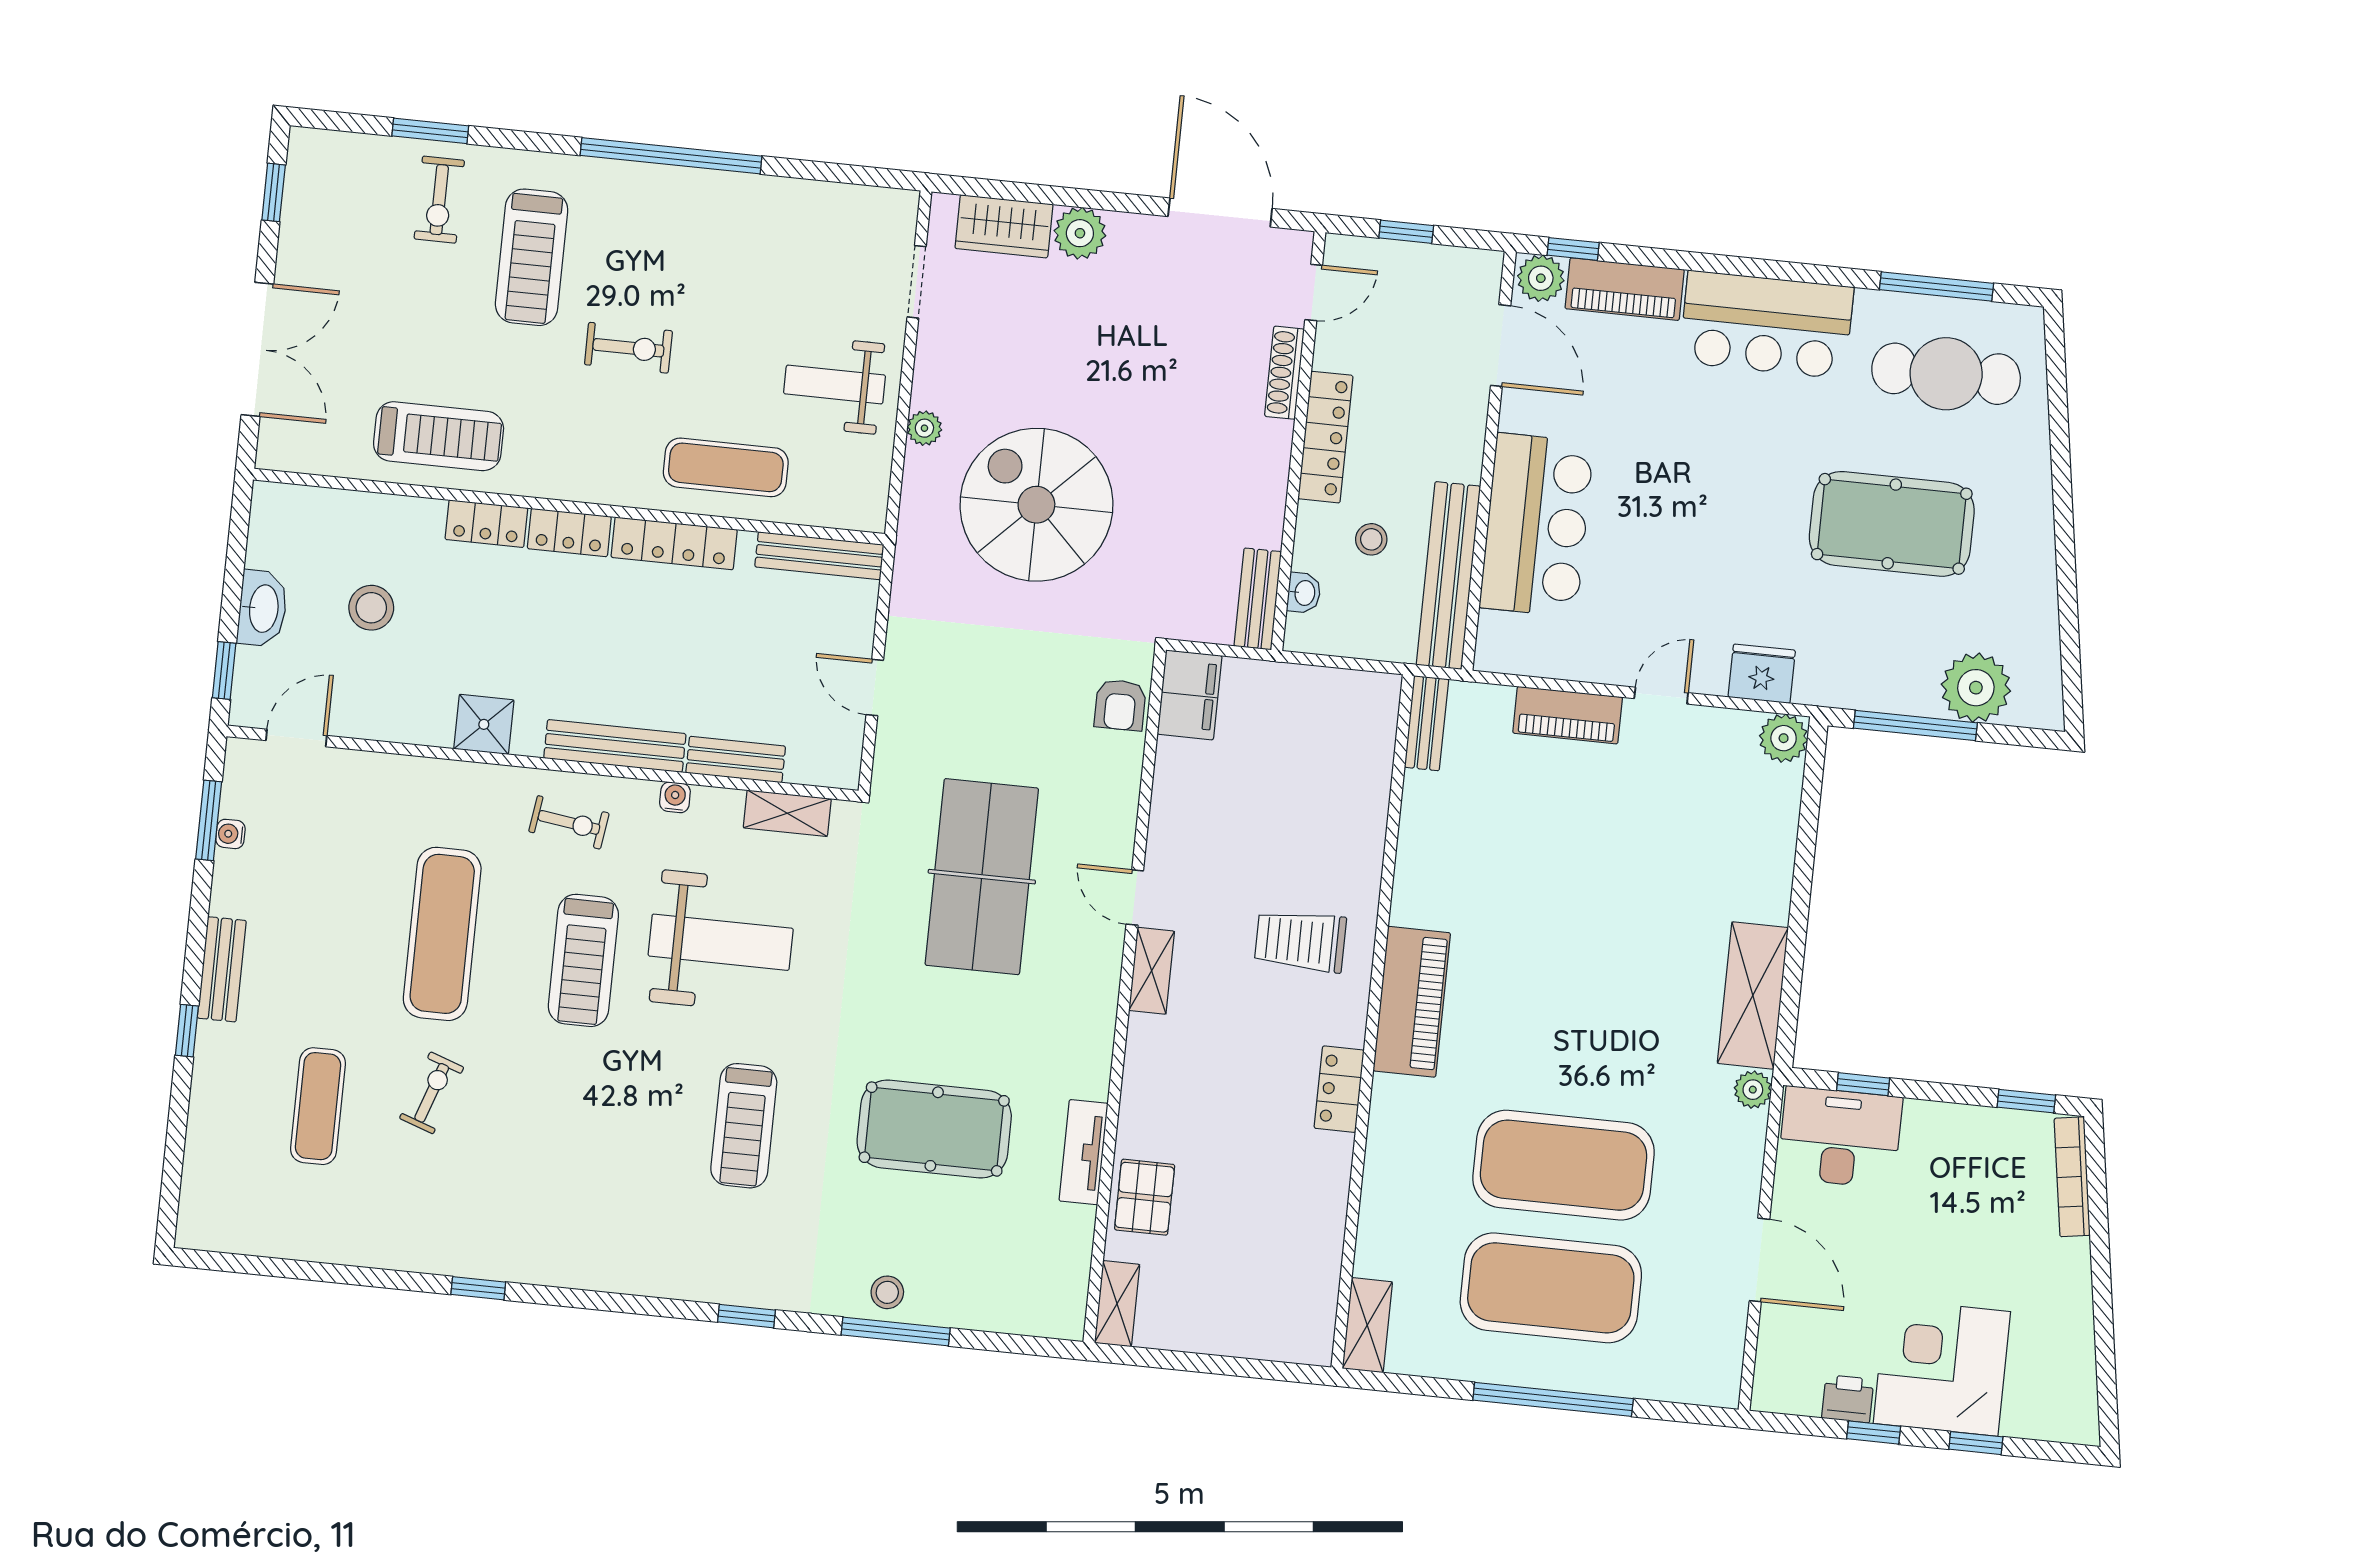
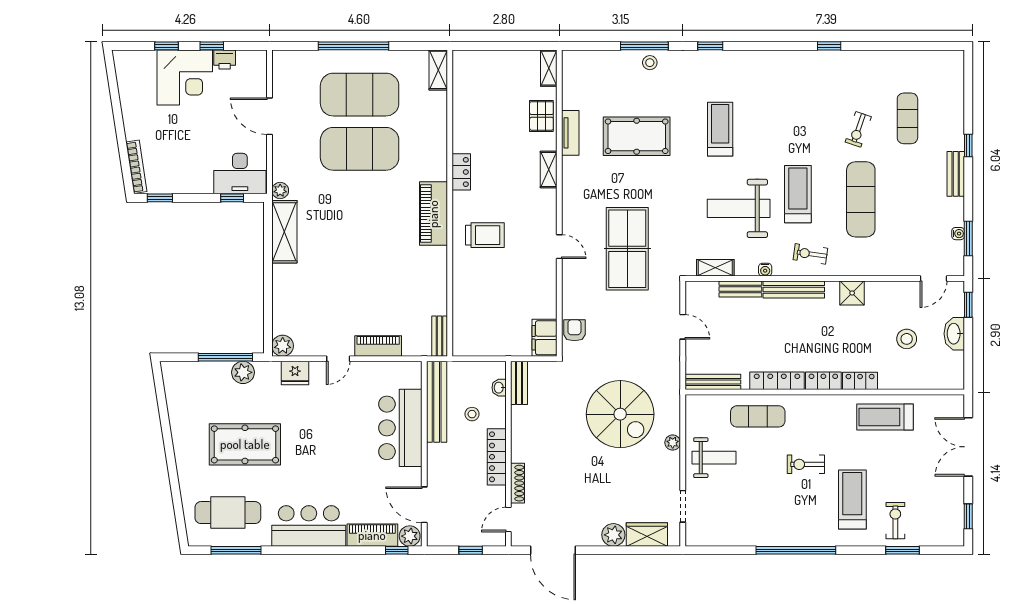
plant: (1976, 688) -> (243, 372), moved, width x0.73, depth x0.73
shelving: (1152, 971) -> (549, 170), moved

